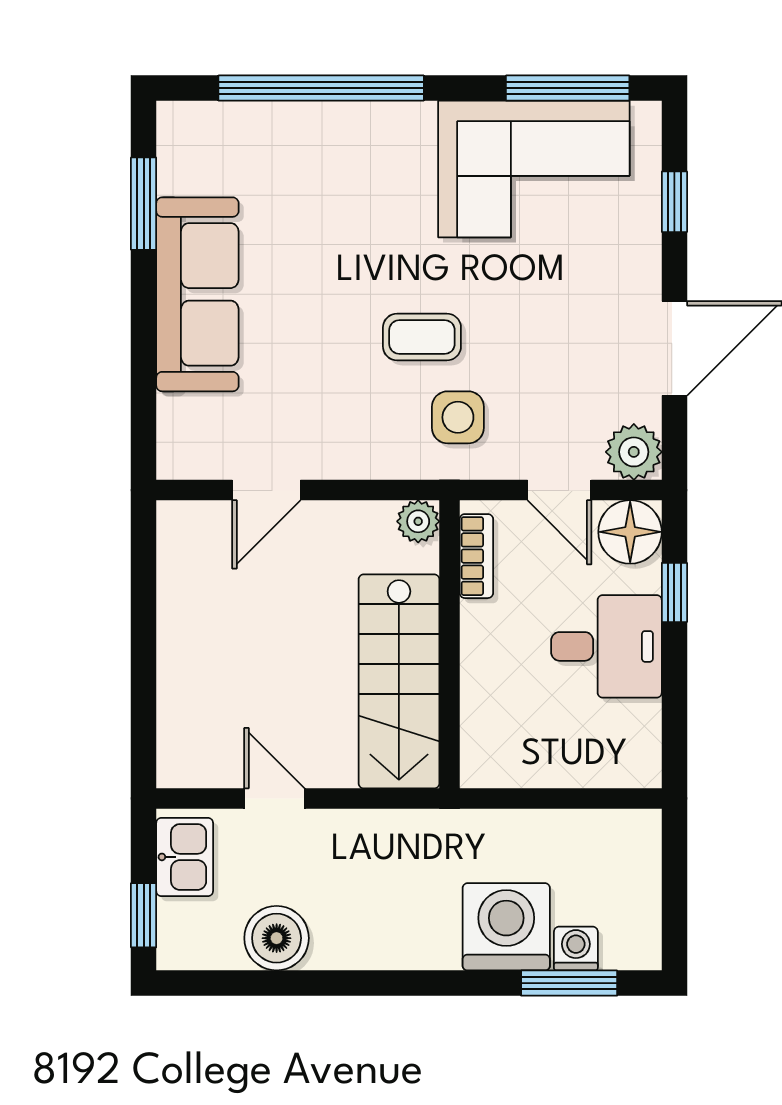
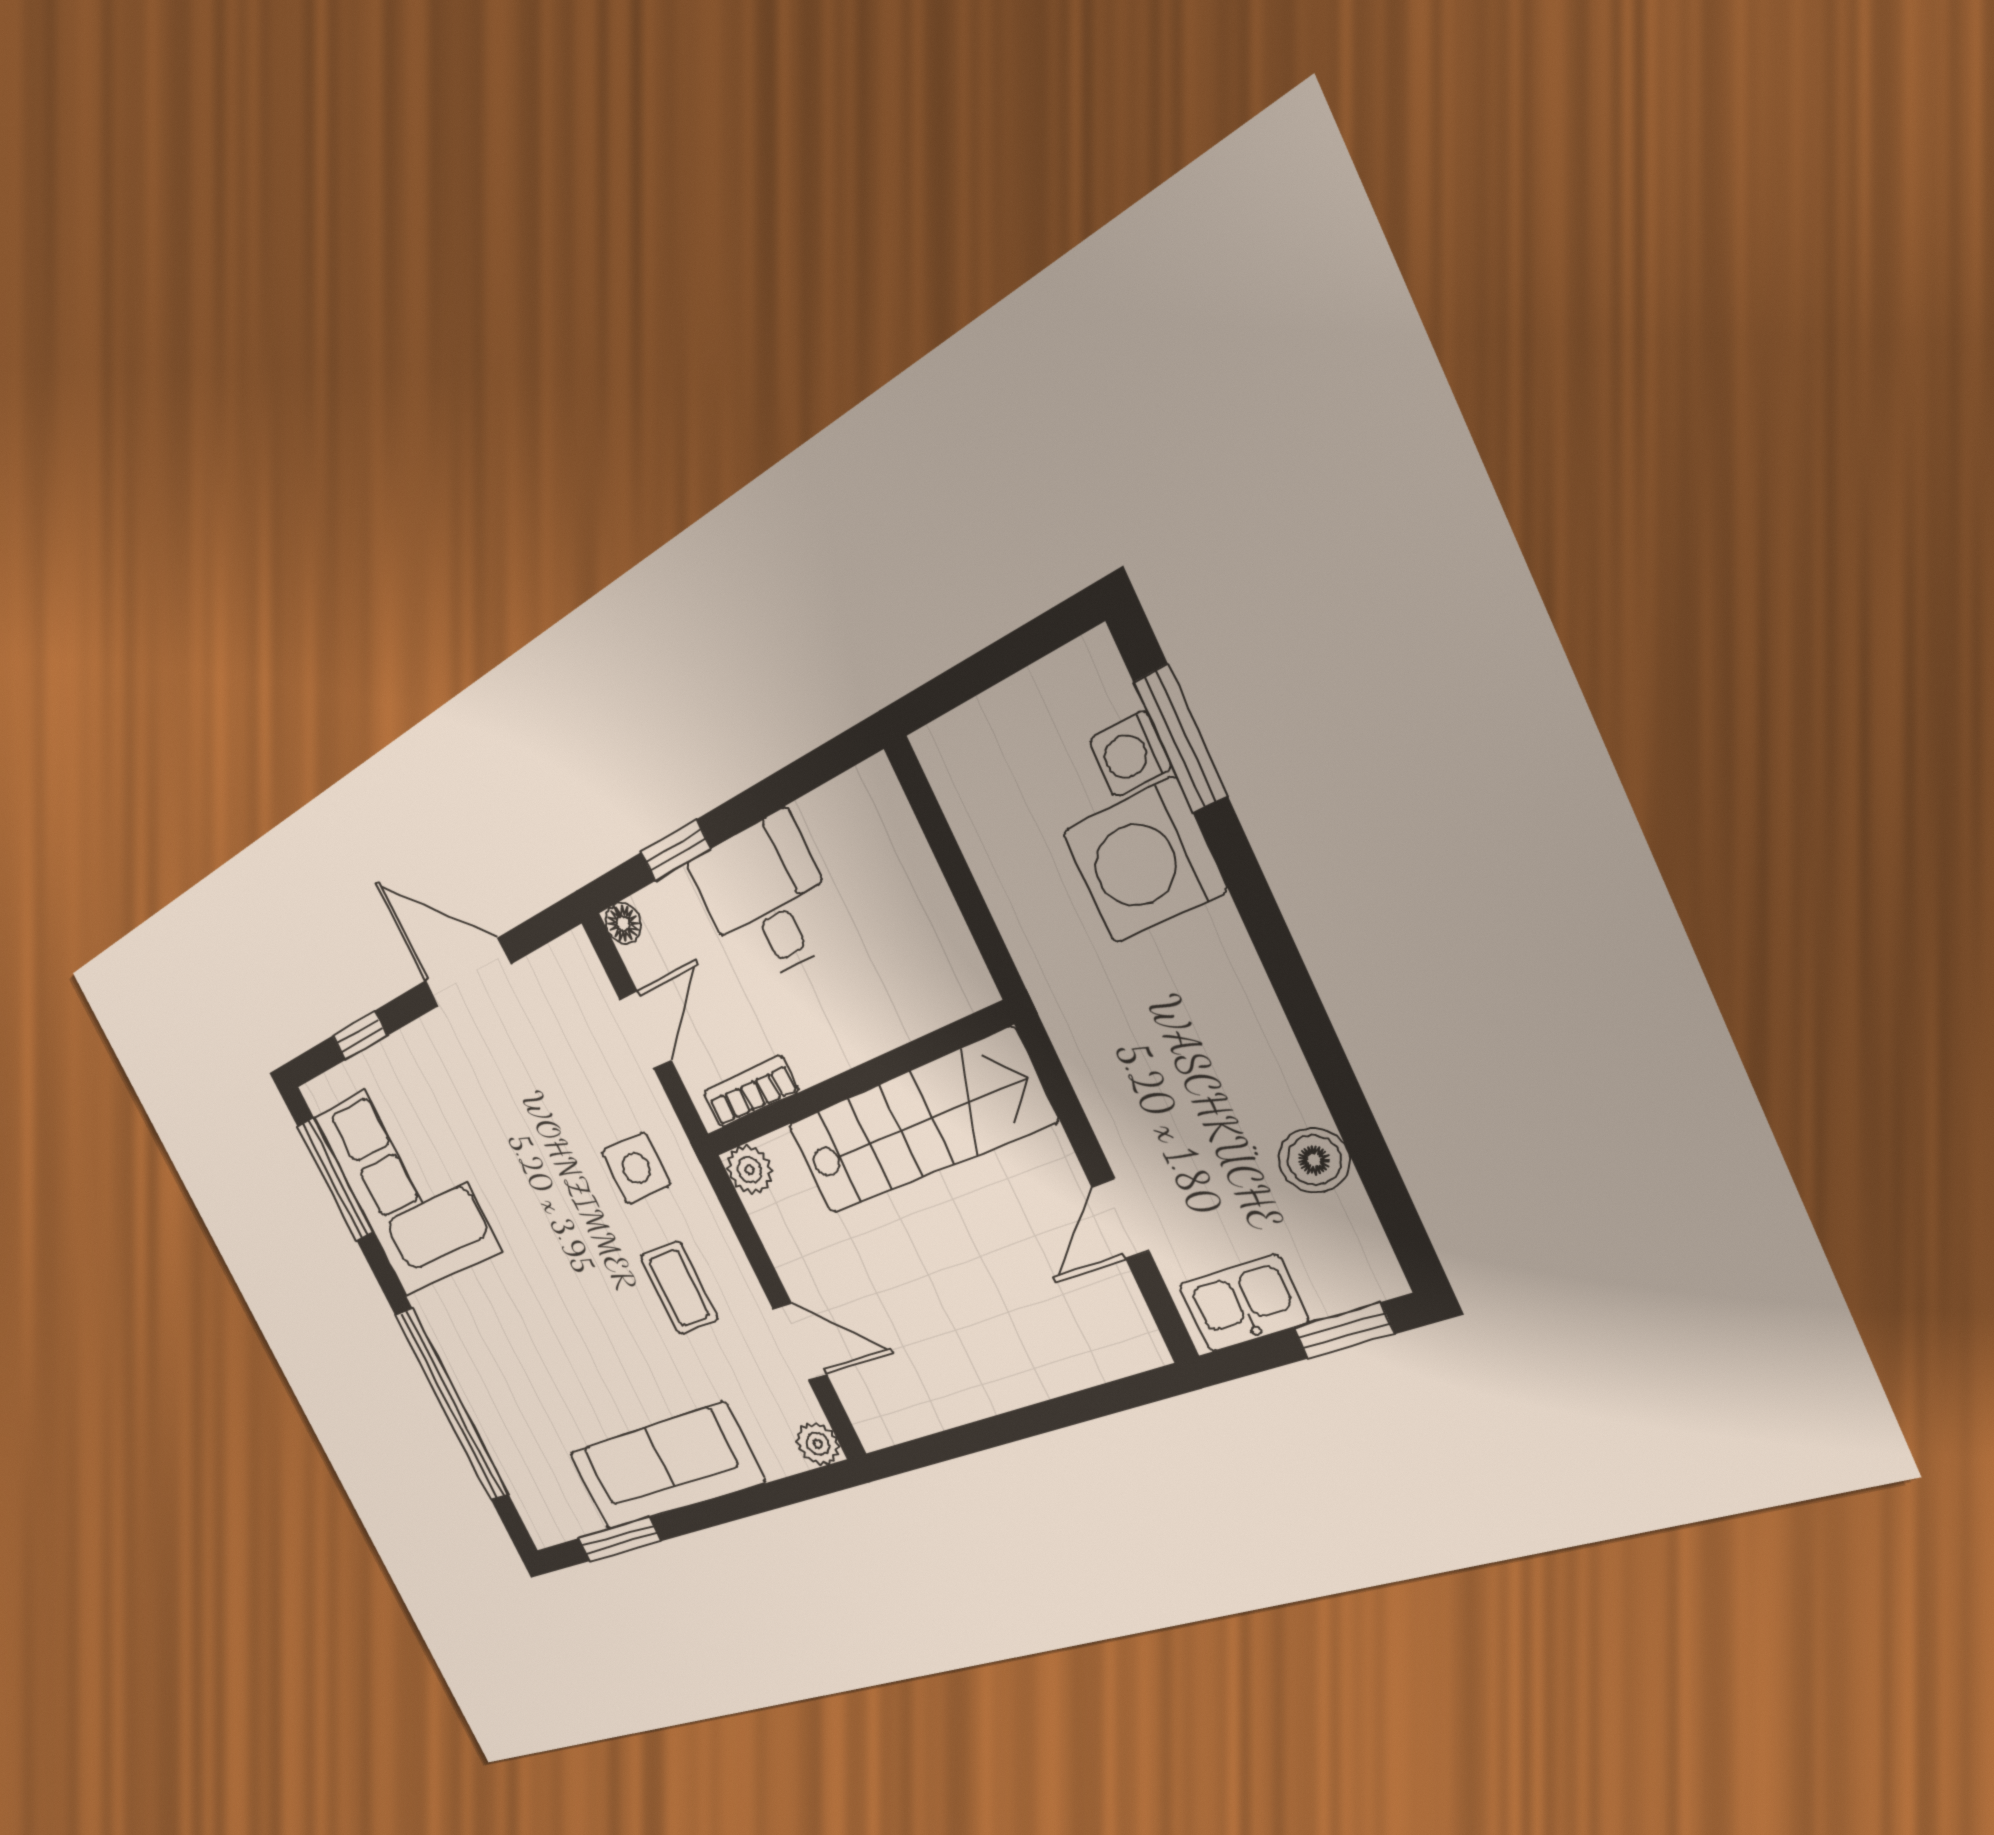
coffee table: (422, 337) -> (679, 1288), moved
plant: (634, 452) -> (818, 1444), moved, width x0.73, depth x0.73
floor lamp: (630, 532) -> (623, 923), width x0.53, depth x0.53
boiler: (277, 938) -> (1314, 1160), width x0.73, depth x0.73

